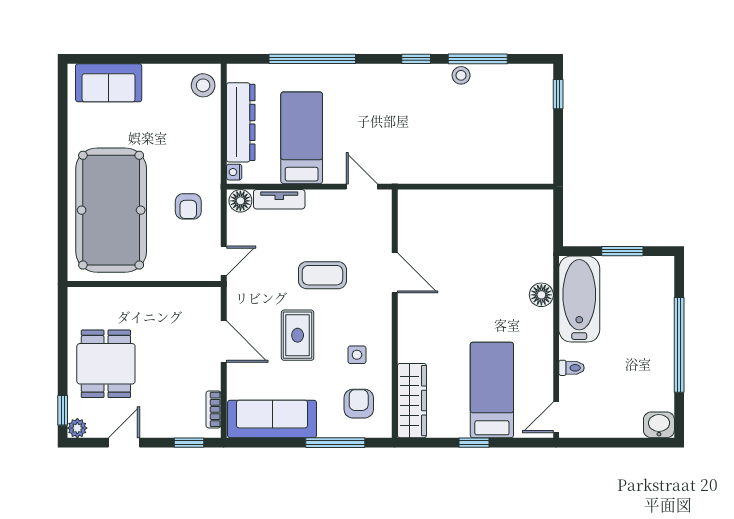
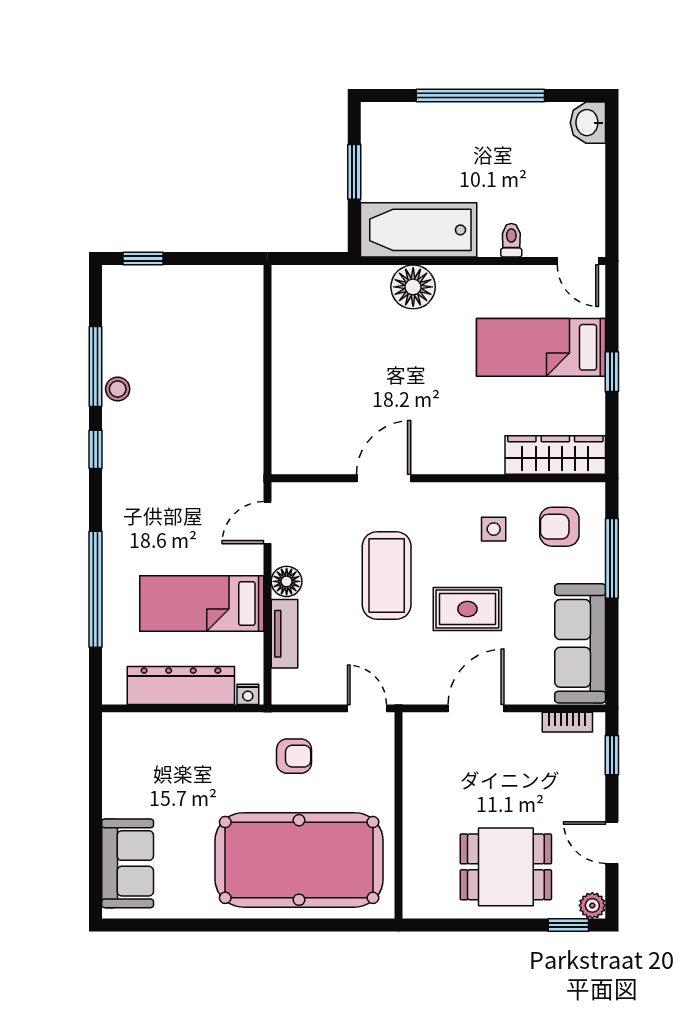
stool: (203, 85) -> (131, 736), removed
floor lamp: (240, 201) -> (287, 581), moved
coffee table: (322, 275) -> (387, 575), width x1.36, depth x1.32
floor lamp: (541, 295) -> (413, 287), width x1.38, depth x1.38

